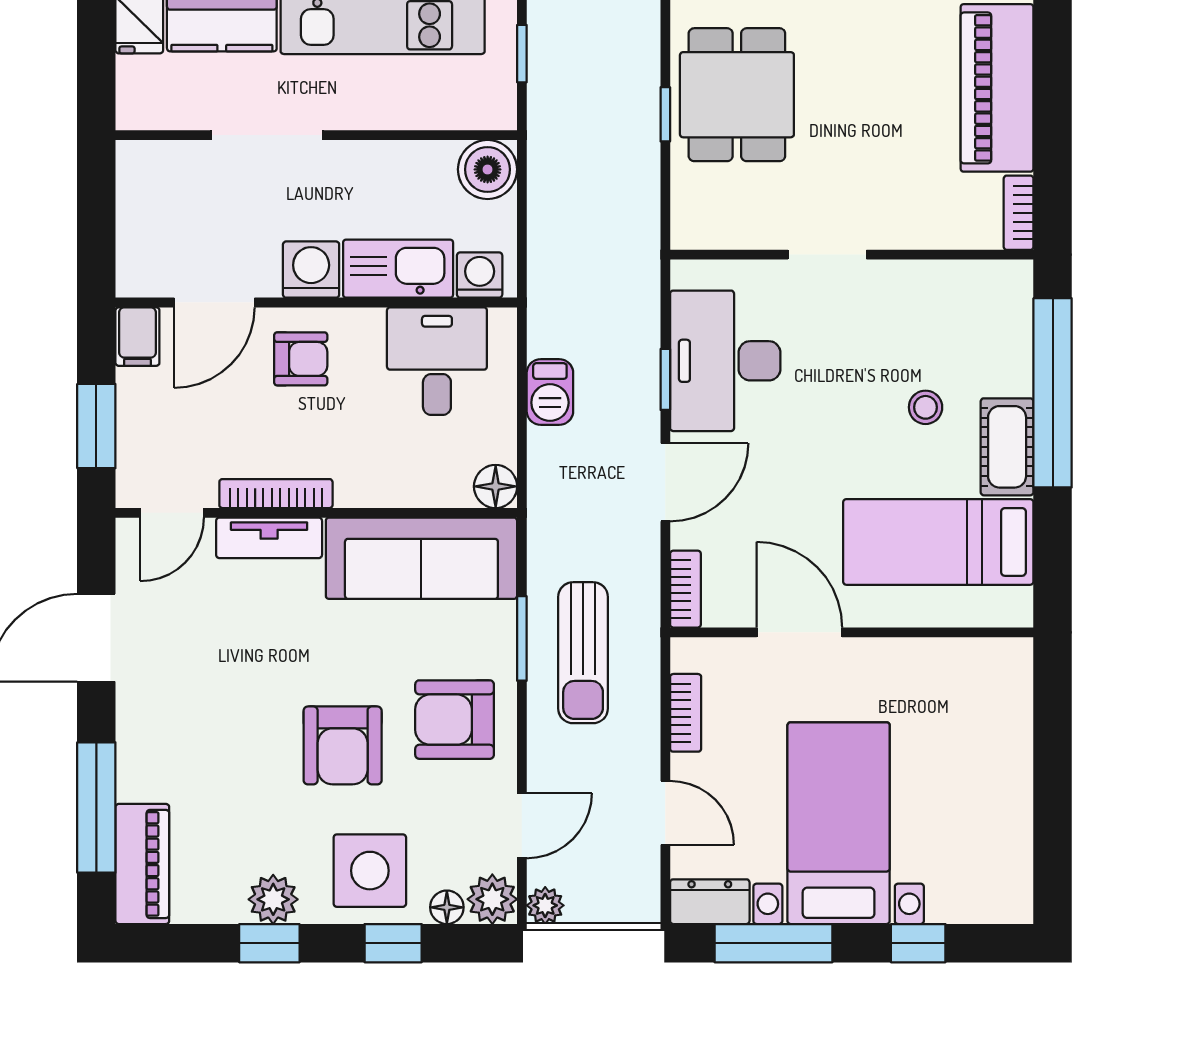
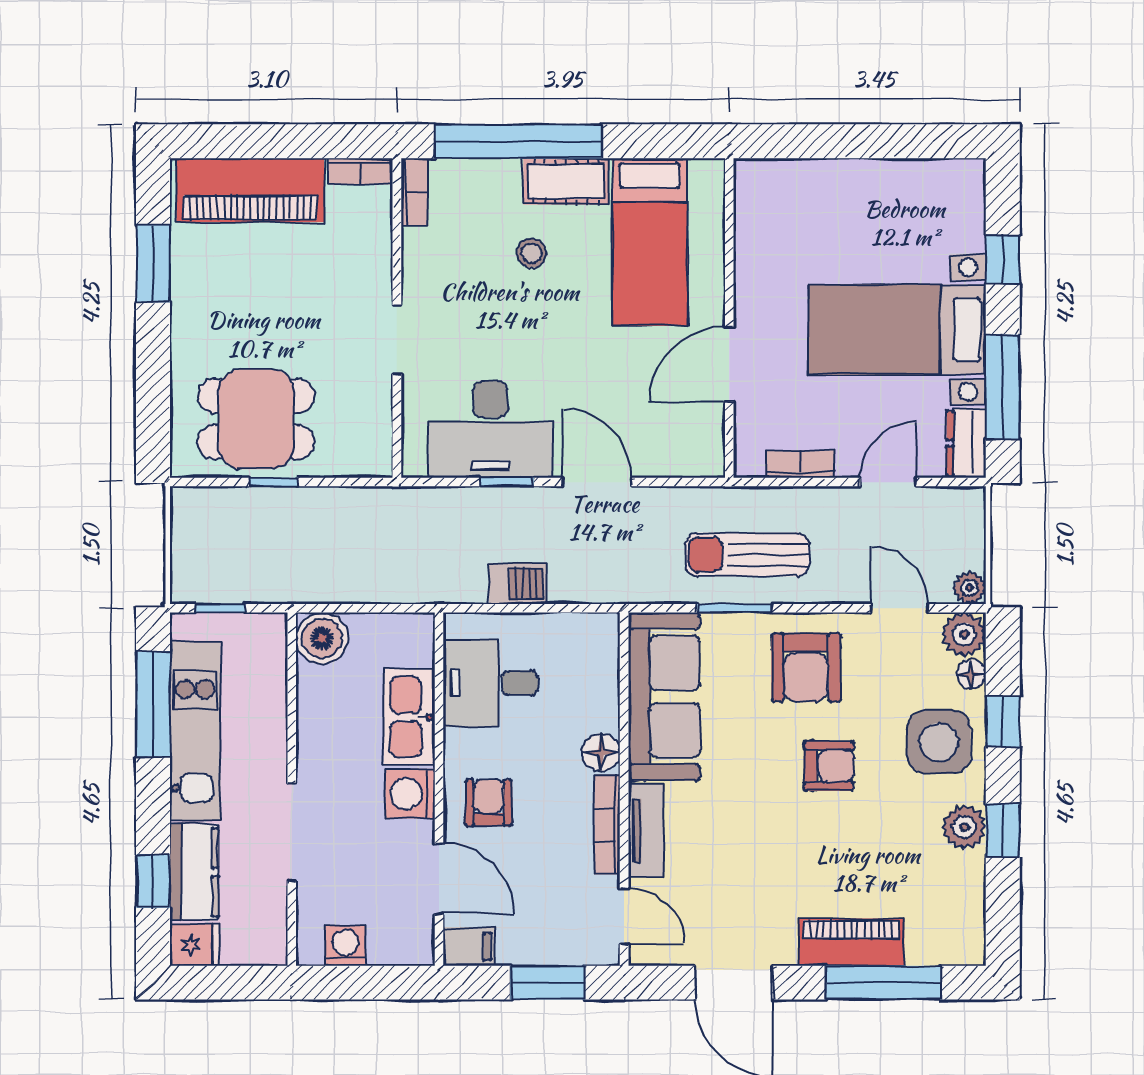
washing machine: (480, 275) -> (345, 946), moved, turned 90
floor lamp: (496, 486) -> (601, 752), moved
bookcase: (685, 589) -> (415, 192), moved, turned 90
sun lounger: (583, 653) -> (747, 554), turned 180
armchair: (343, 745) -> (829, 766), width x0.72, depth x0.72
piano: (142, 864) -> (851, 942), moved

